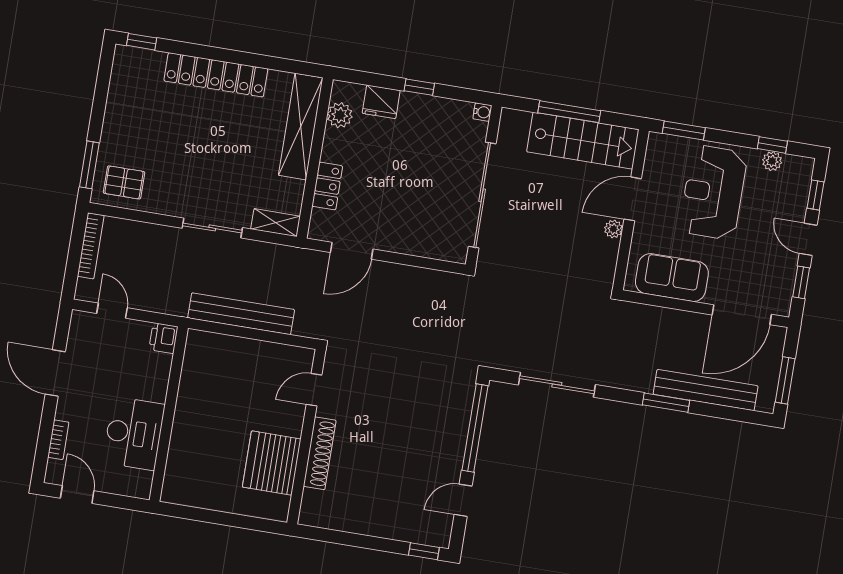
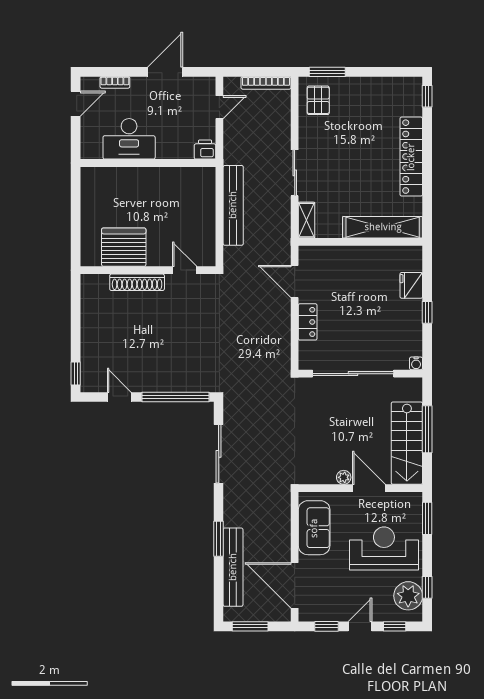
plant: (340, 115) -> (396, 256), removed
plant: (772, 161) -> (408, 596), width x1.88, depth x1.88
locker: (327, 186) -> (308, 322), moved, turned -90

